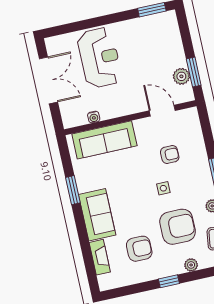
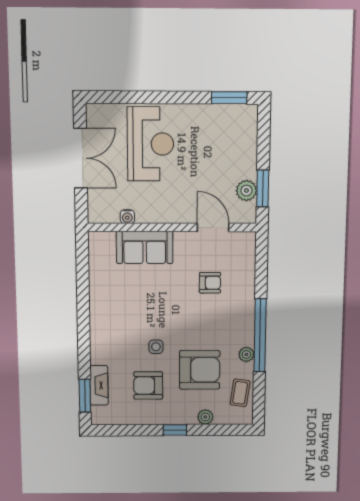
sofa: (104, 140) -> (145, 248), width x0.73
side table: (163, 188) -> (156, 347), moved
window: (73, 190) -> (85, 396), moved
sofa: (97, 215) -> (106, 335), removed
armchair: (139, 249) -> (148, 385), turned 180

